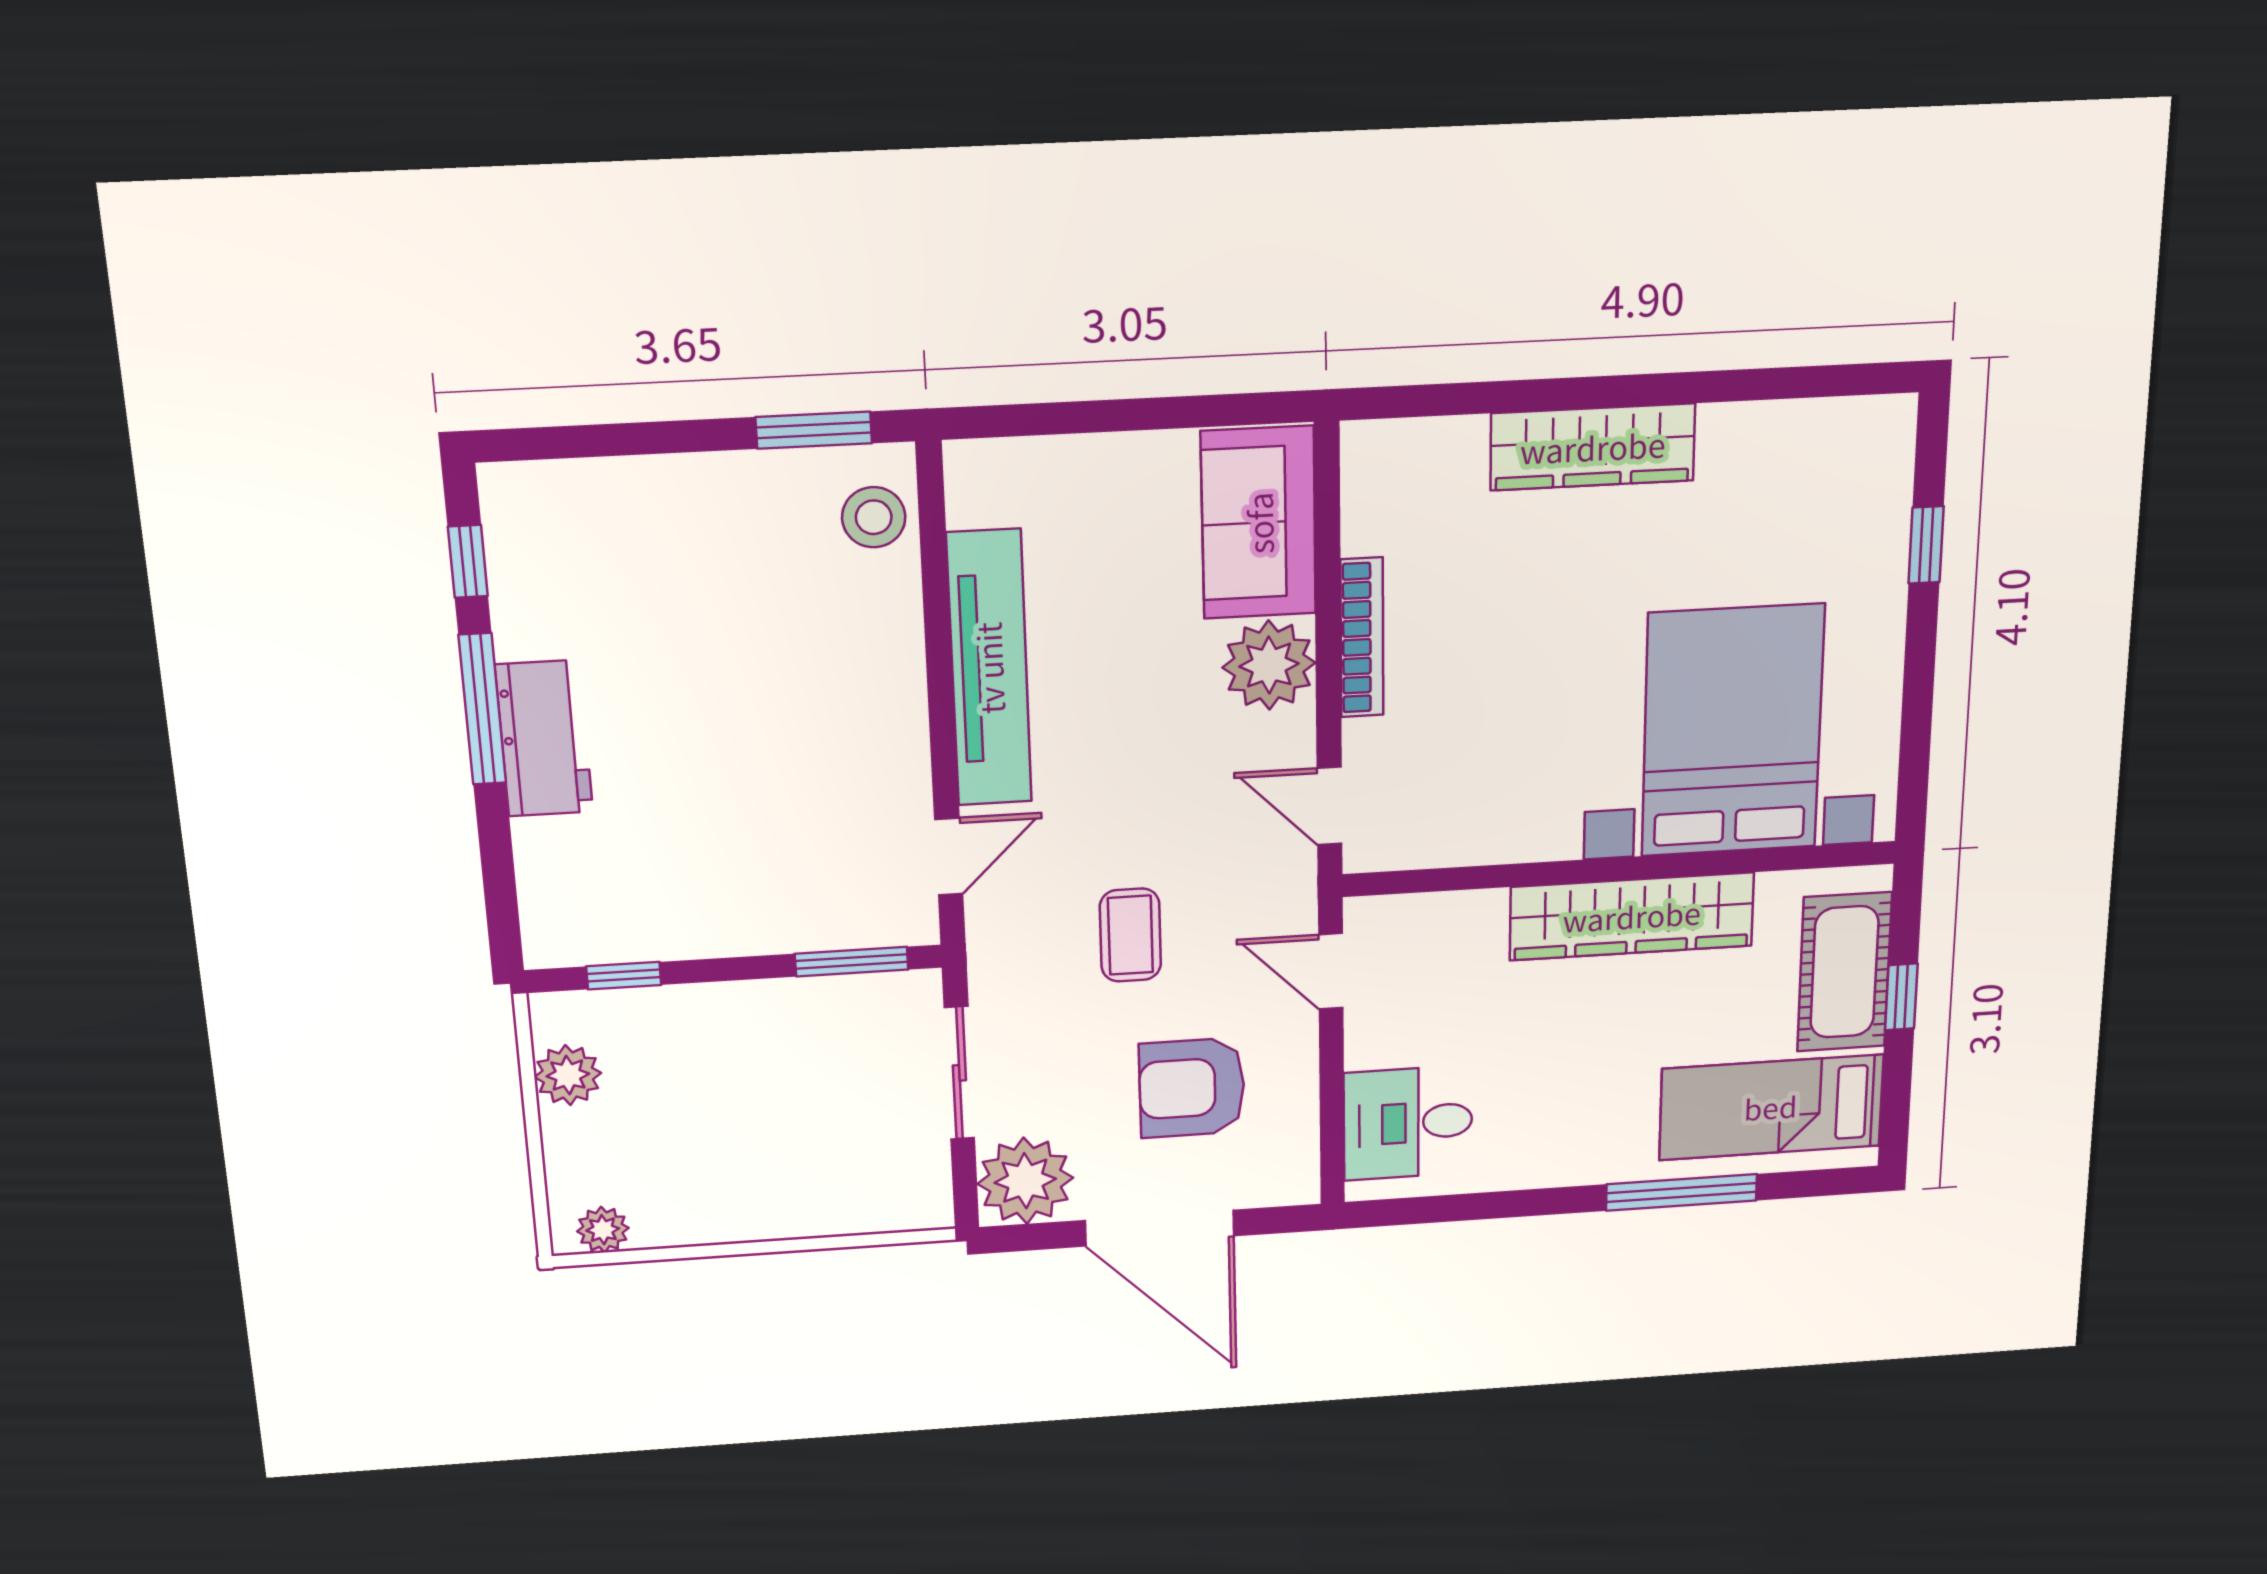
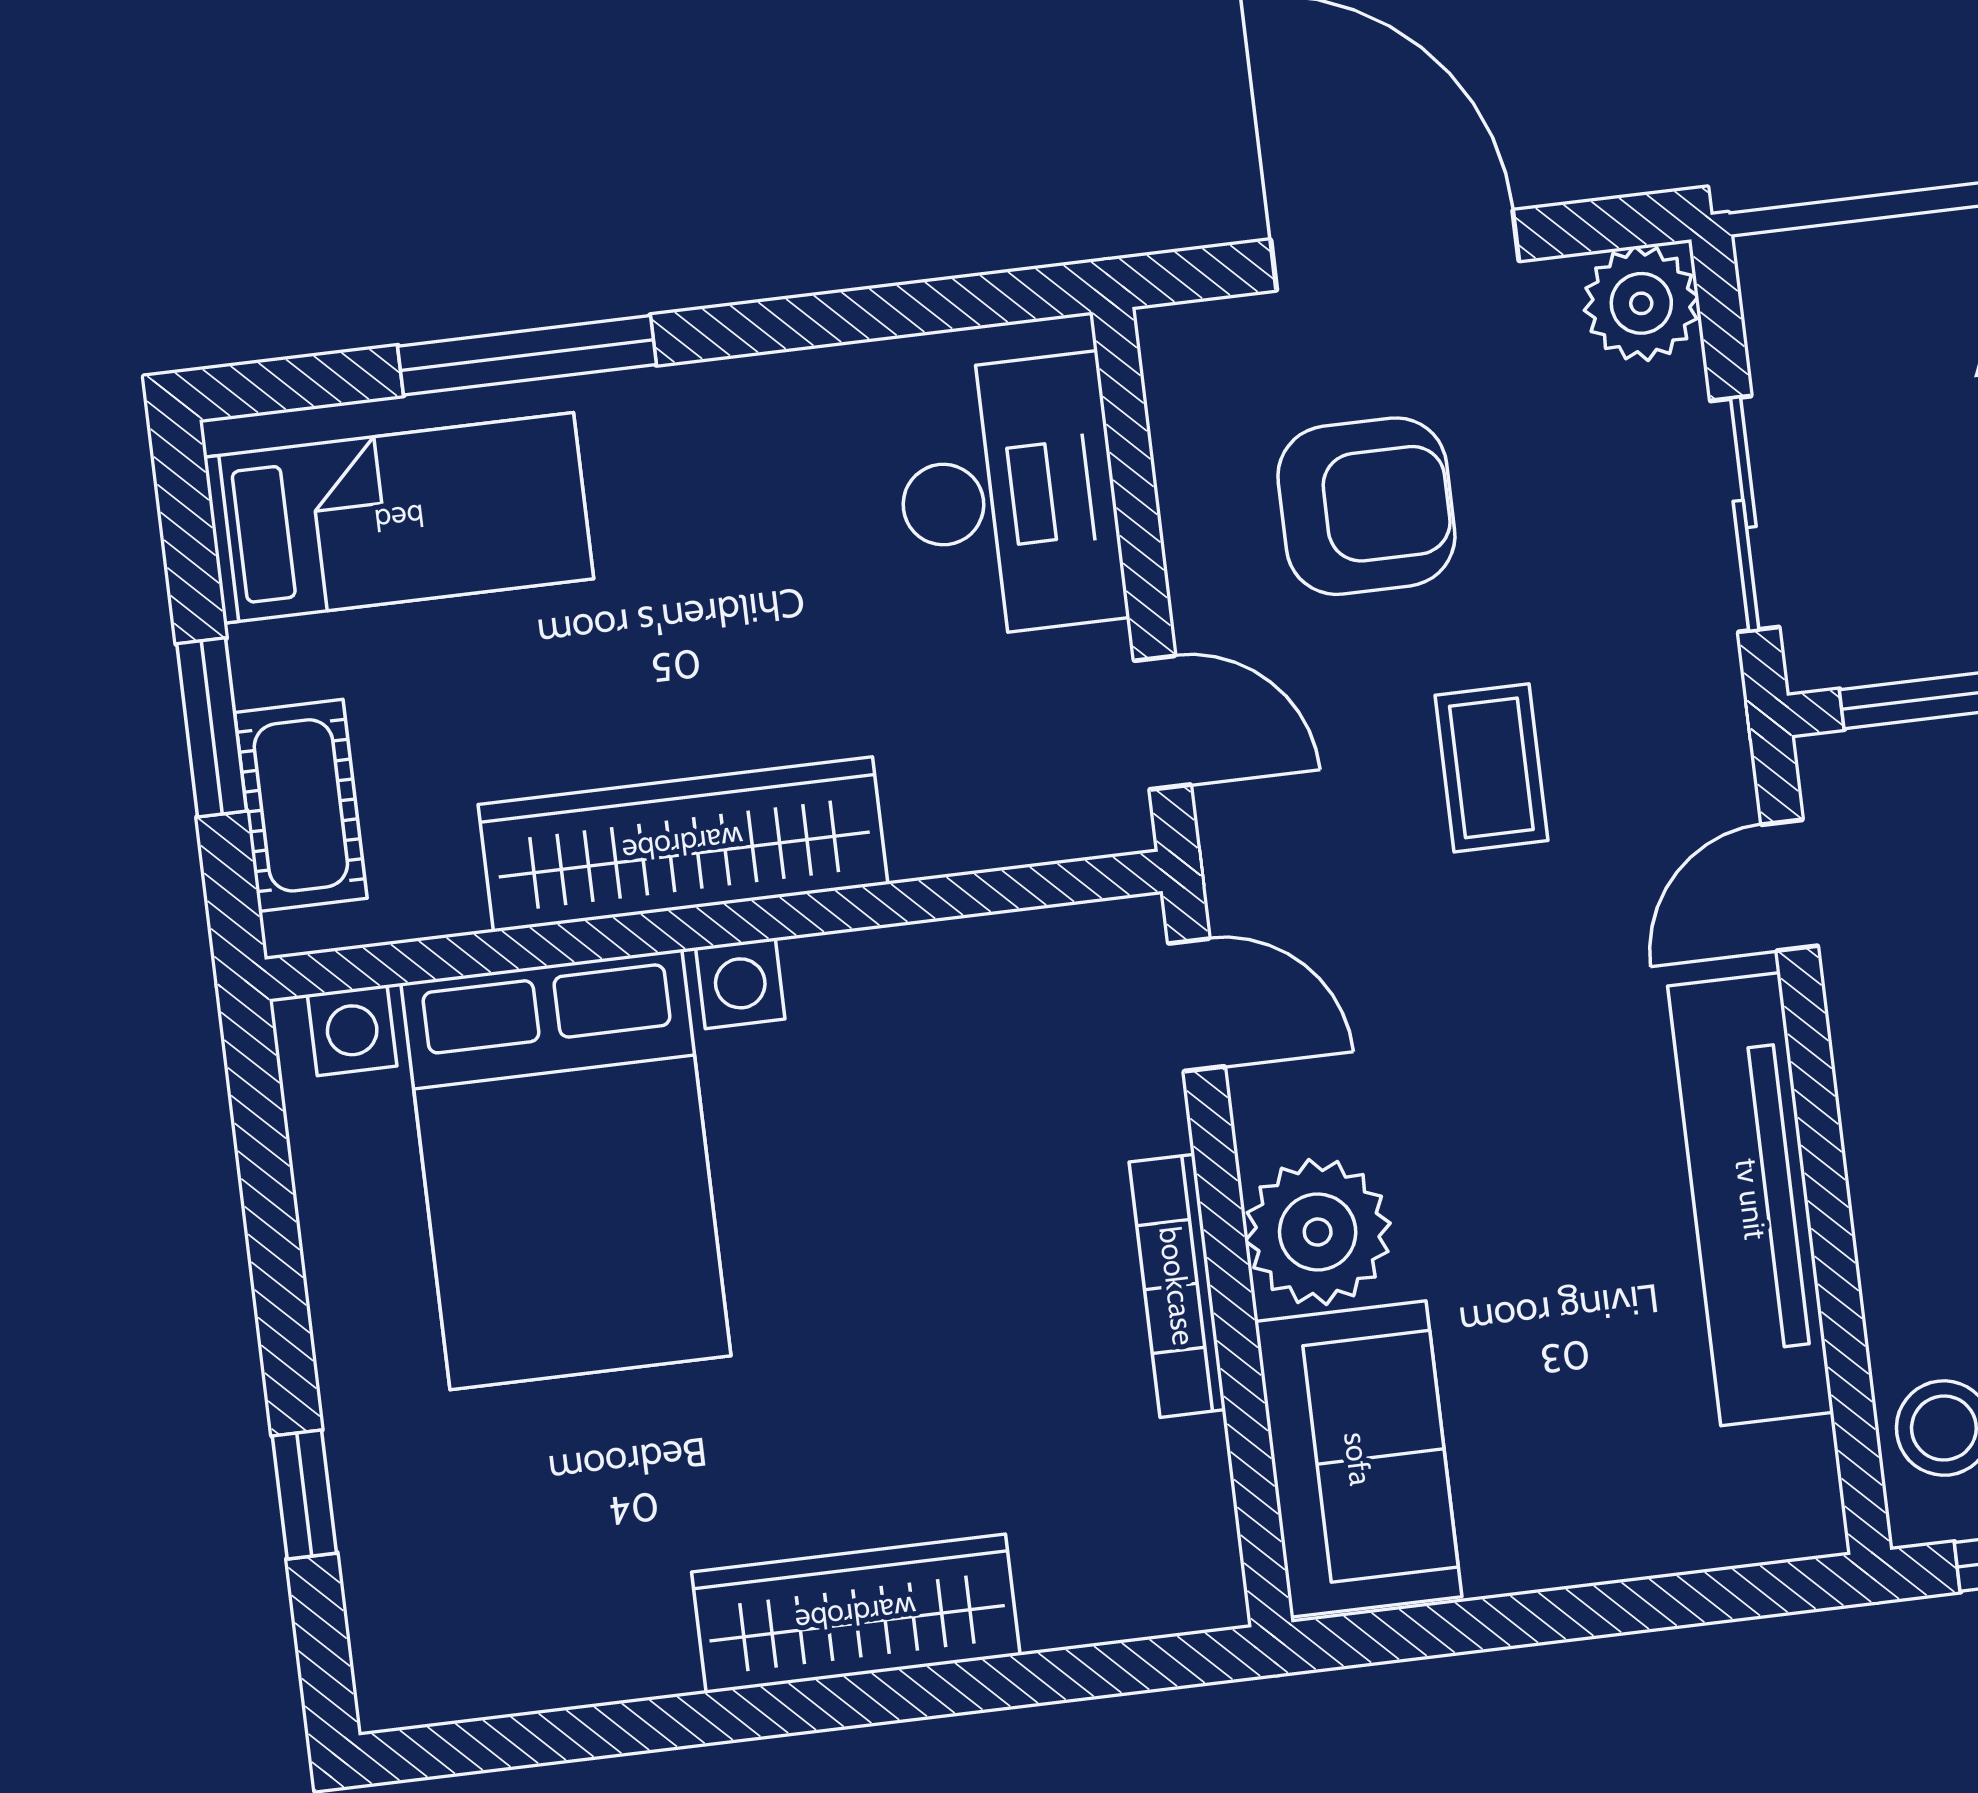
cot: (1844, 972) -> (301, 805), width x0.73, depth x0.75
window: (1901, 997) -> (212, 727), width x1.50
desk: (1408, 1123) -> (1009, 497), width x1.37
plant: (1025, 1181) -> (1641, 303), width x0.73, depth x0.73

